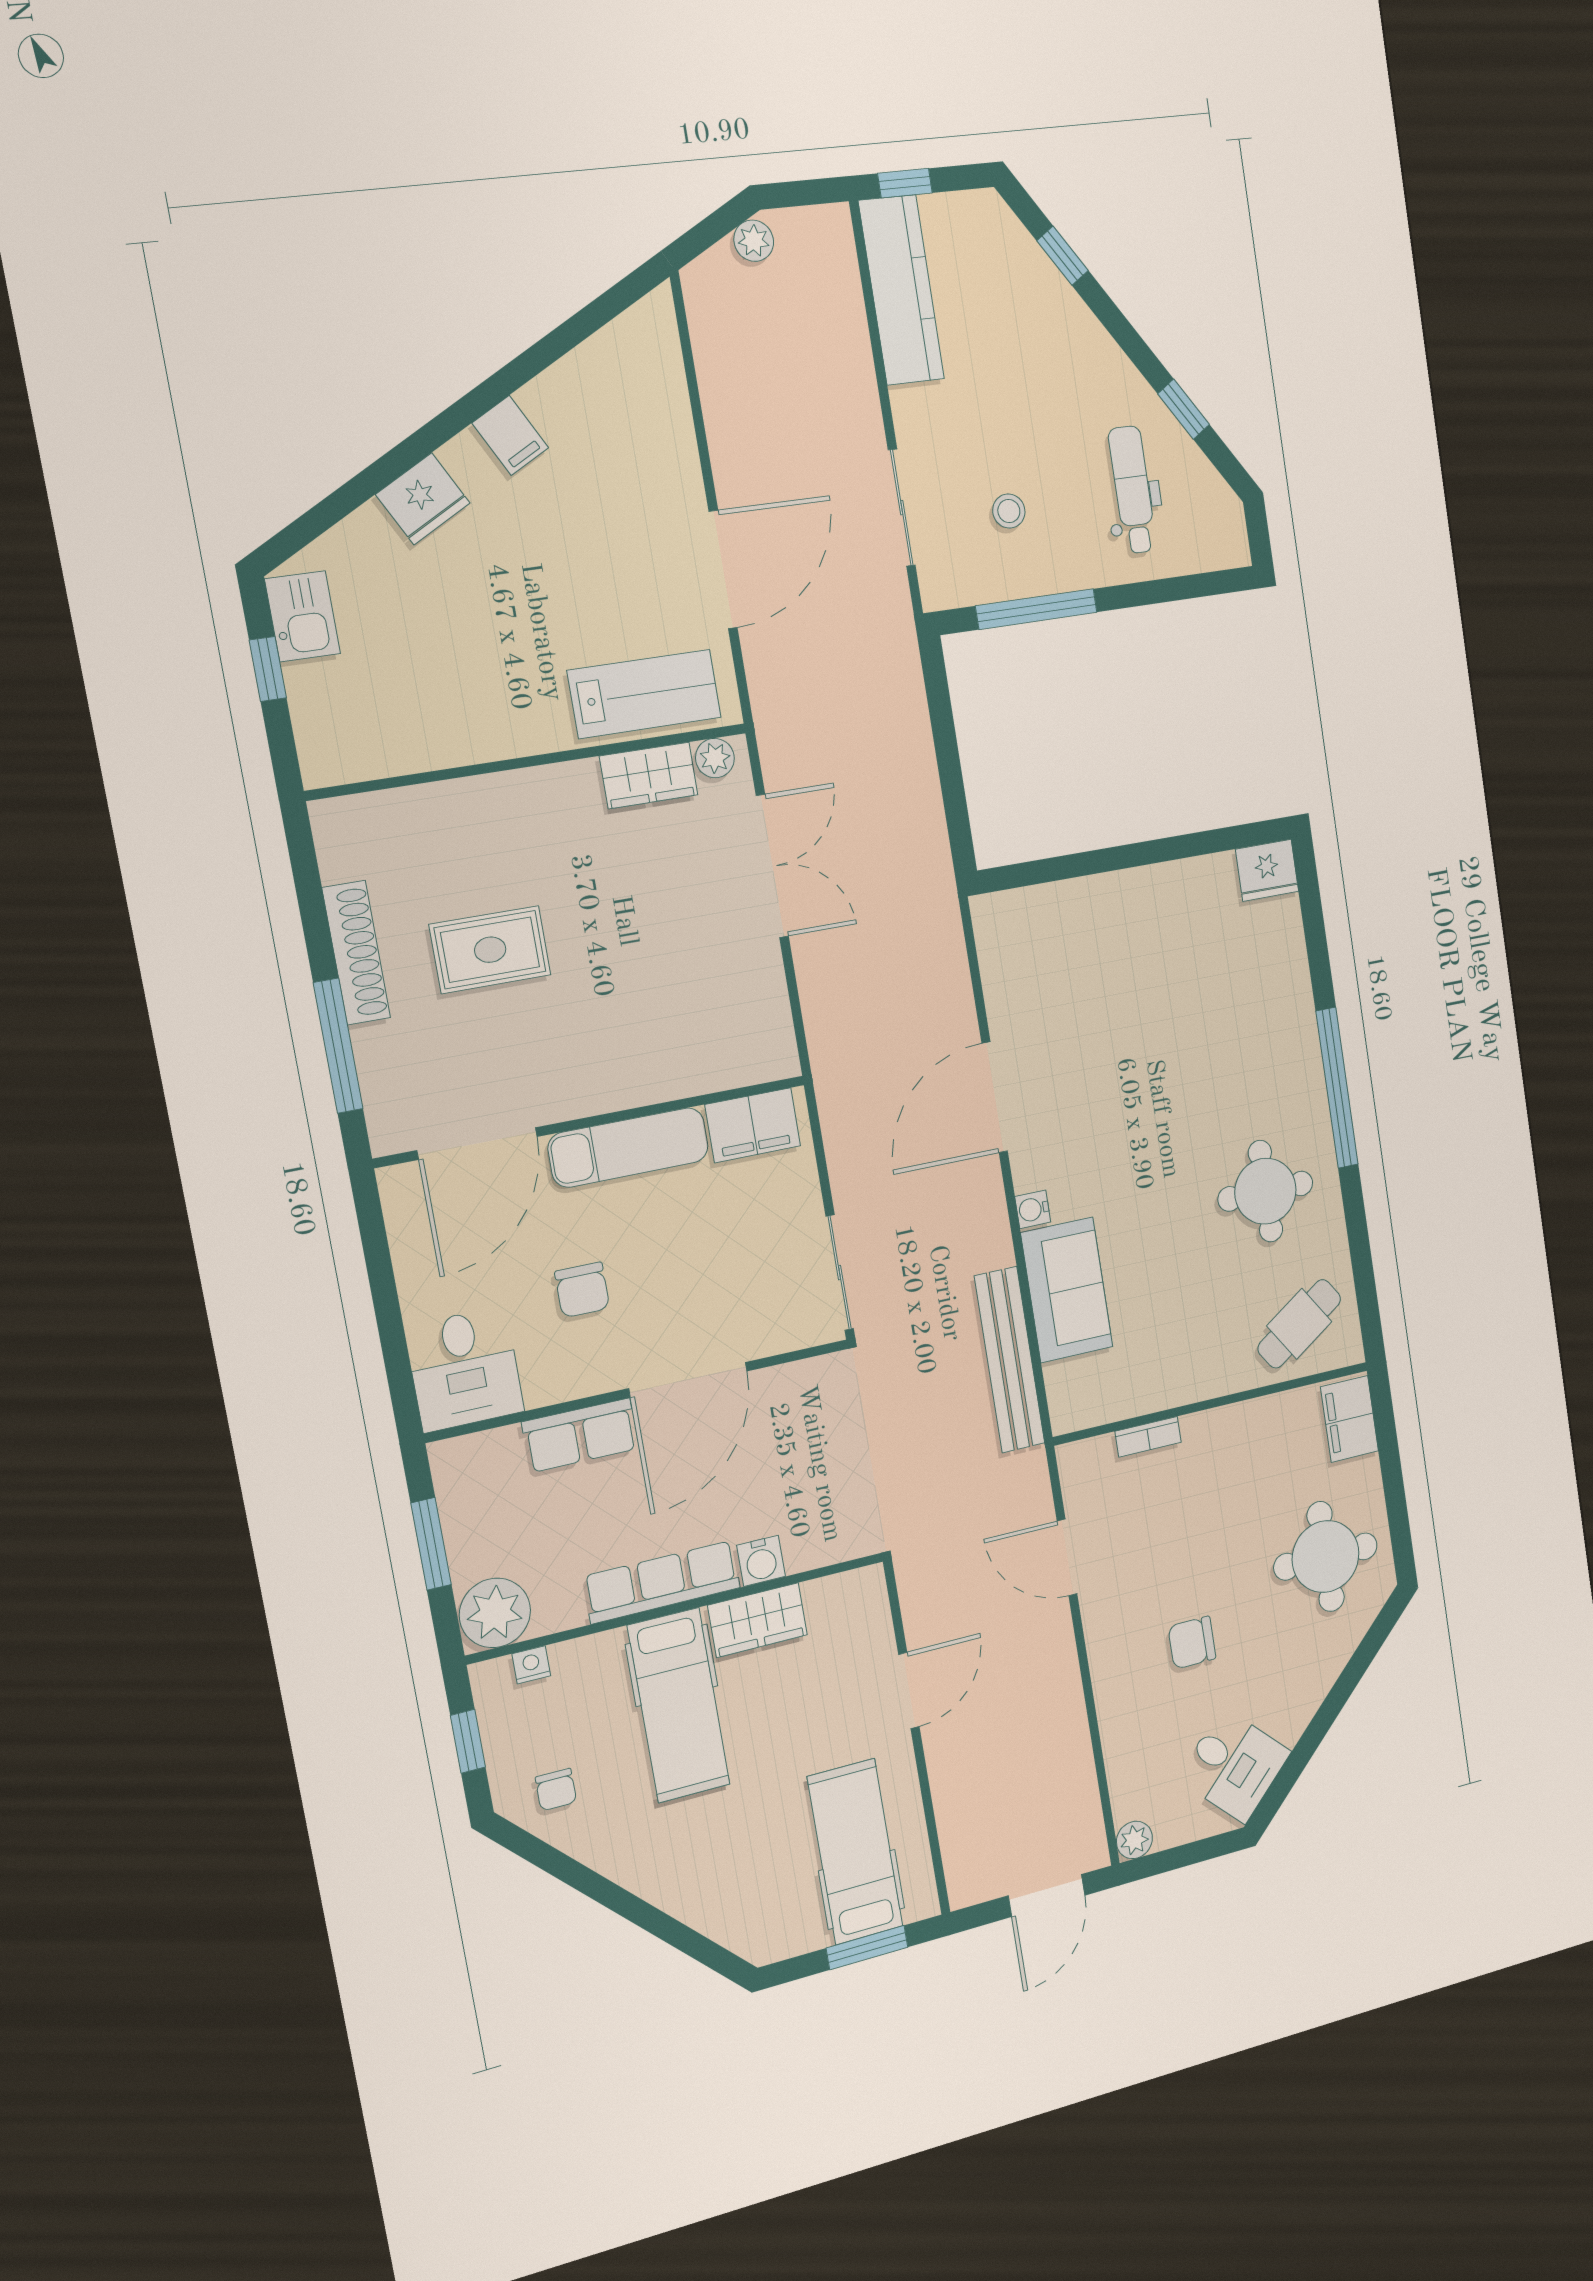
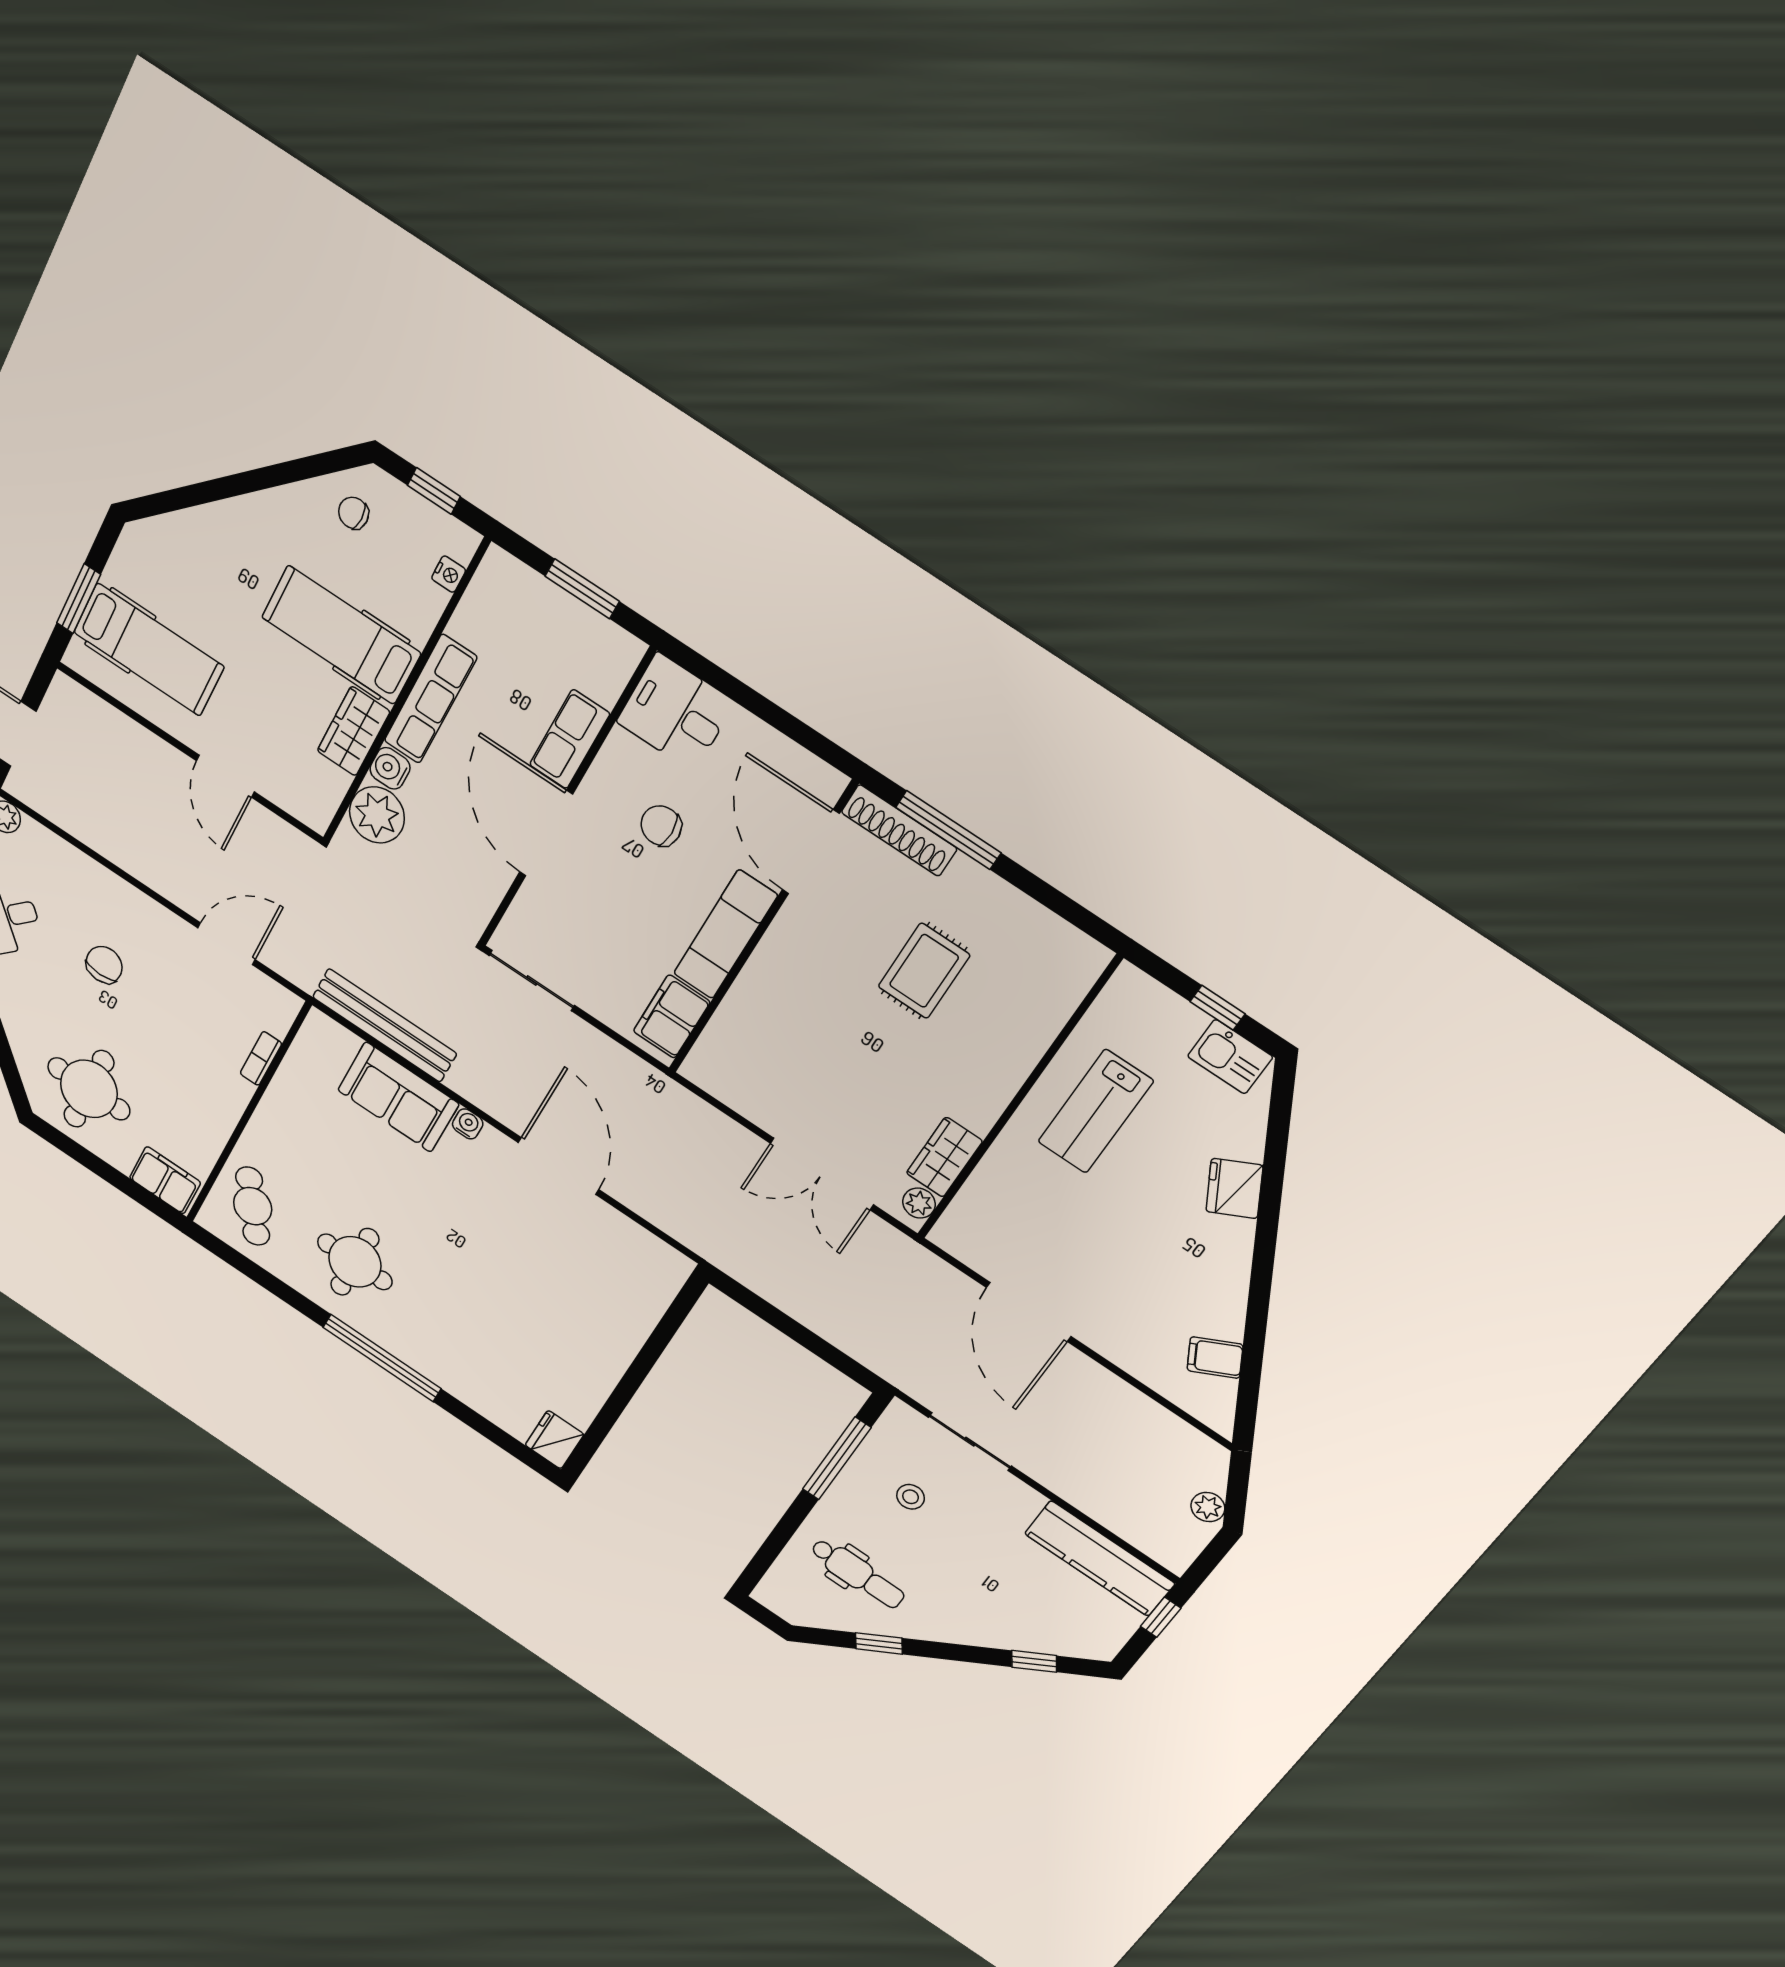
filing cabinet: (510, 435) -> (1215, 1358), moved
lab bench: (644, 694) -> (1096, 1111), moved
shoe rack: (356, 953) -> (899, 830), moved
plant: (495, 1613) -> (377, 815), moved

